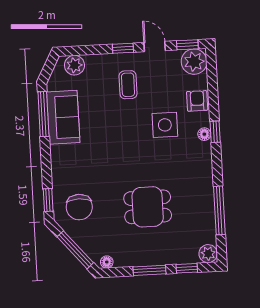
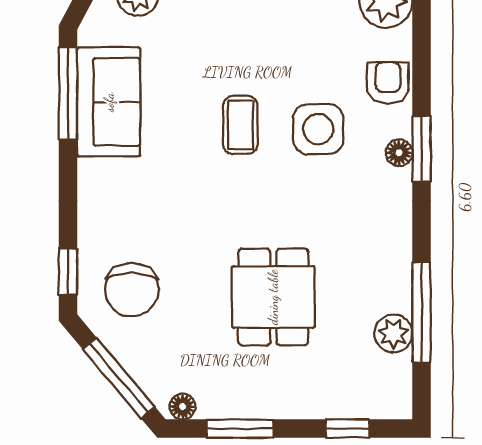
coffee table: (128, 85) -> (240, 125), moved
window: (215, 132) -> (422, 149), width x1.50
dining table: (148, 207) -> (273, 297), turned 90
plant: (208, 254) -> (393, 333), moved
window: (149, 270) -> (240, 429), moved

